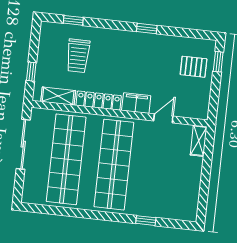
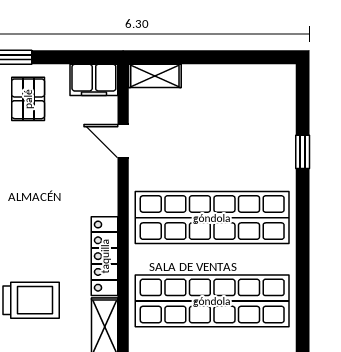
filing cabinet: (136, 103) -> (94, 80), moved, turned -90

